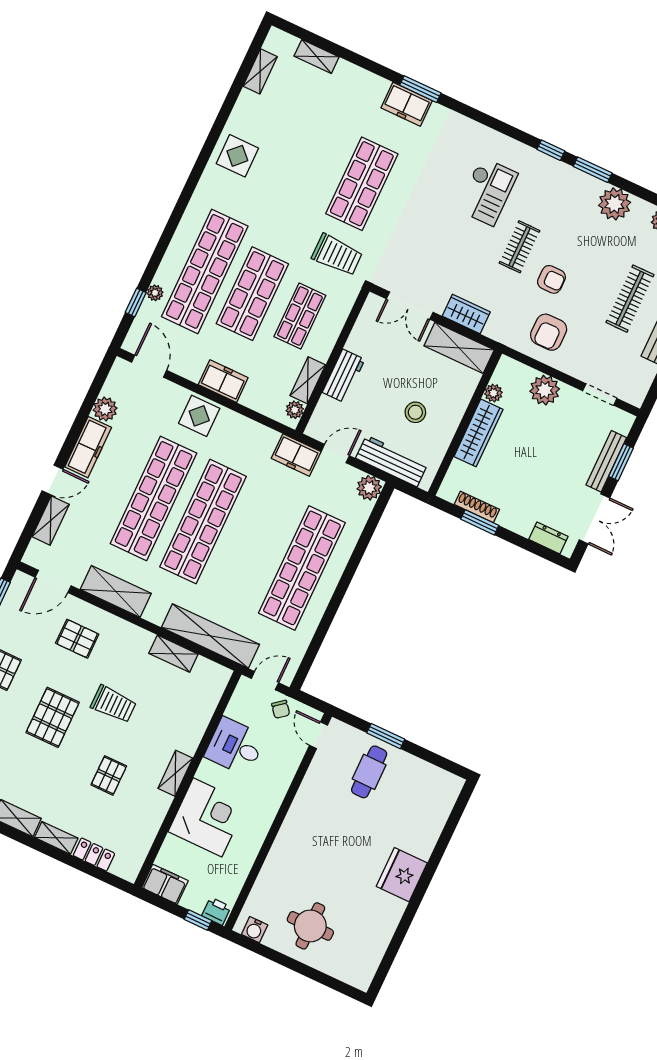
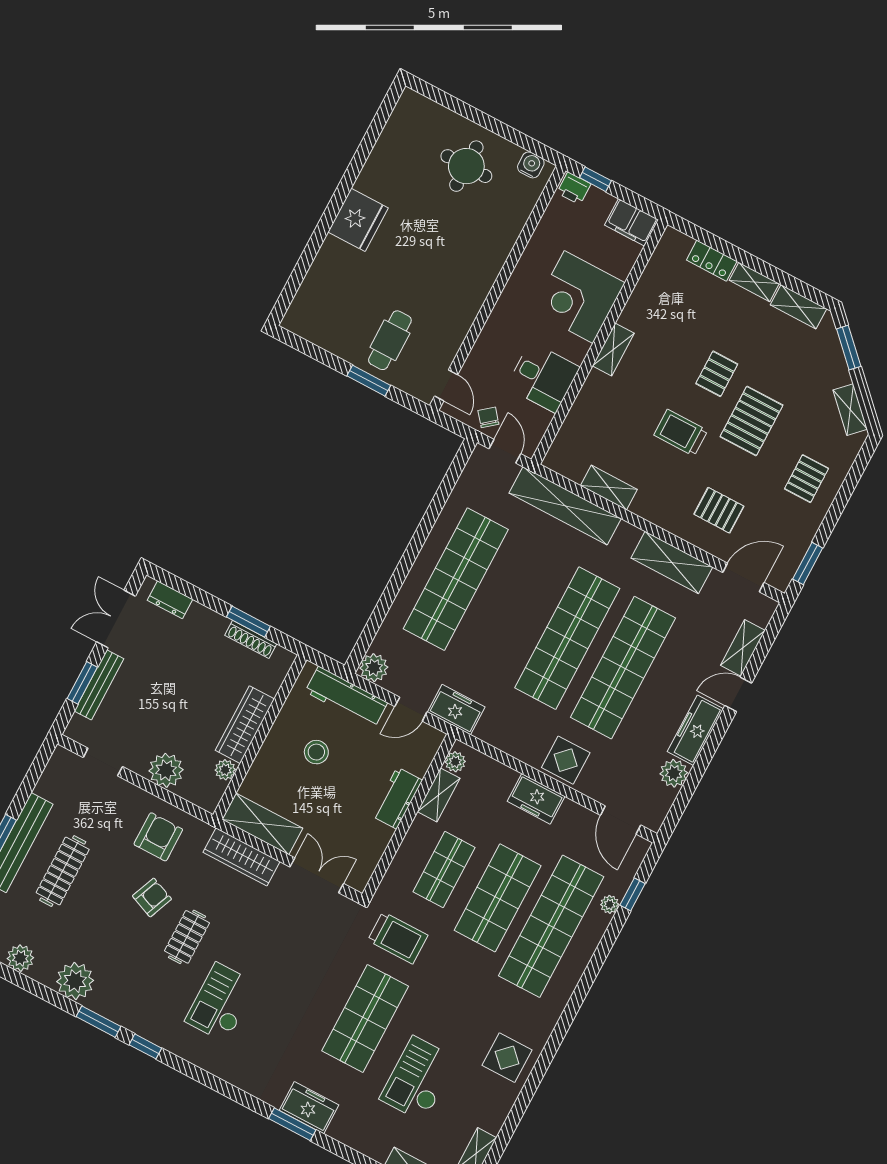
checkout: (313, 134) -> (418, 1079), added
trolley: (337, 255) -> (398, 938), turned 180
armchair: (551, 279) -> (152, 897), turned 112
wardrobe: (466, 314) -> (241, 857), width x1.50
door: (265, 681) -> (505, 451), swing flipped
pallet: (109, 775) -> (717, 374), moved

